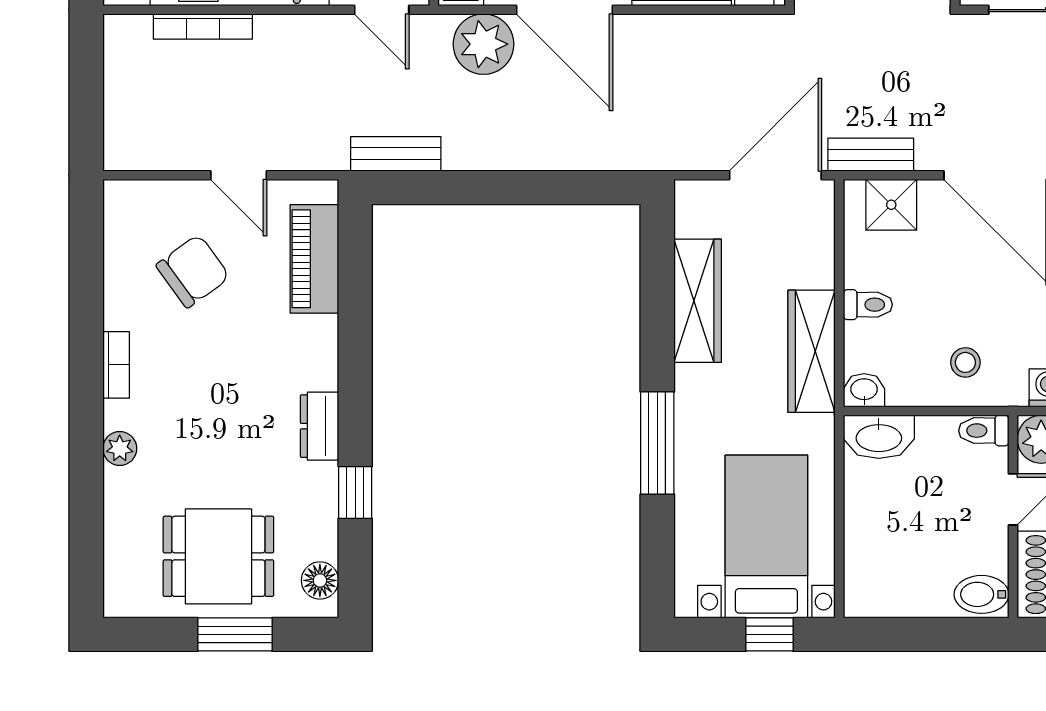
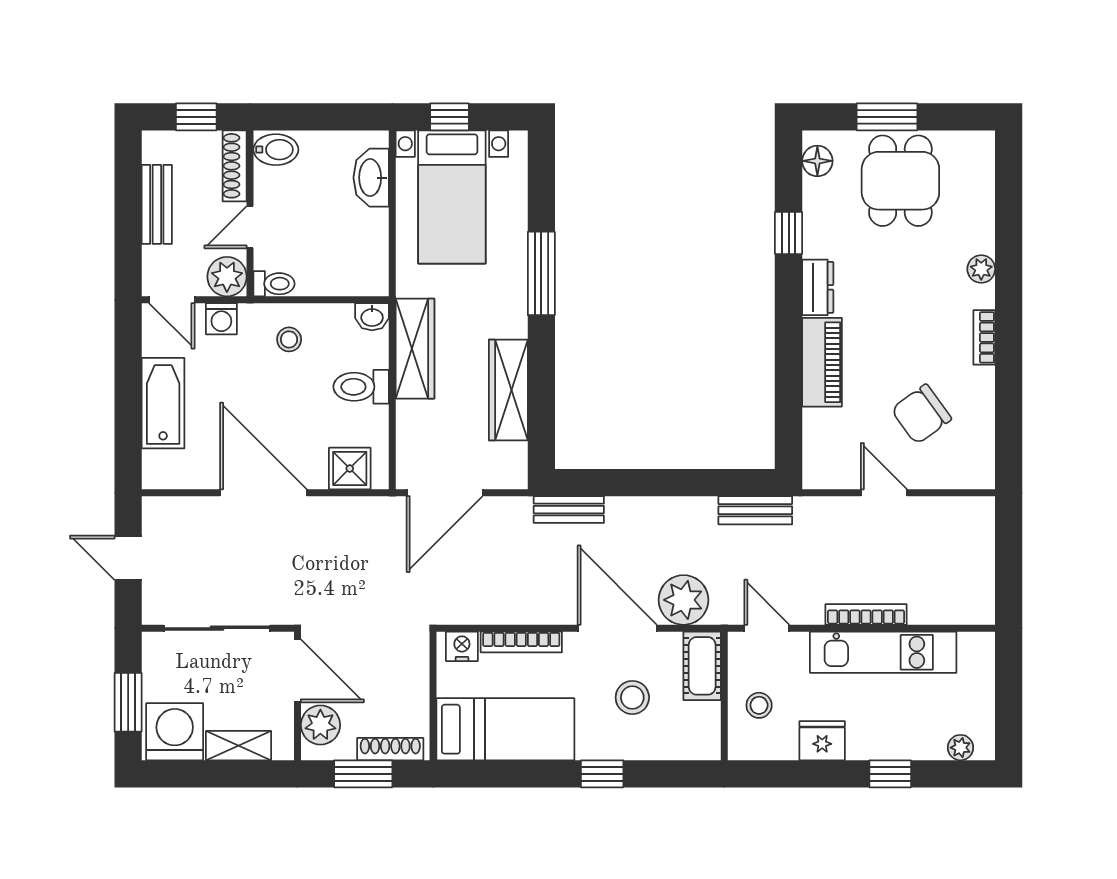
bookcase: (203, 26) -> (866, 614), moved
bench: (871, 155) -> (569, 510), moved
piano: (314, 259) -> (822, 362), moved
toilet: (868, 305) -> (361, 387), width x1.37, depth x1.39
washbasin: (879, 437) -> (371, 178), moved, turned -90
dining table: (218, 556) -> (900, 181), turned 90

